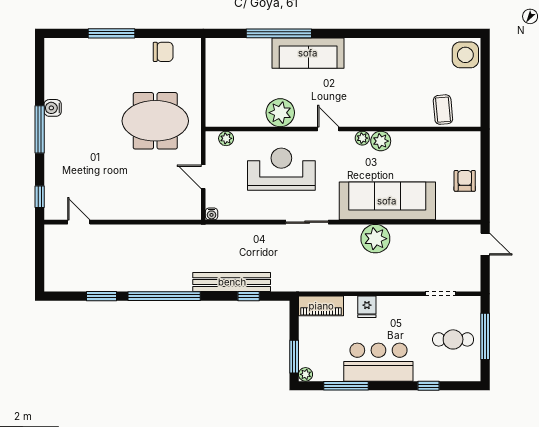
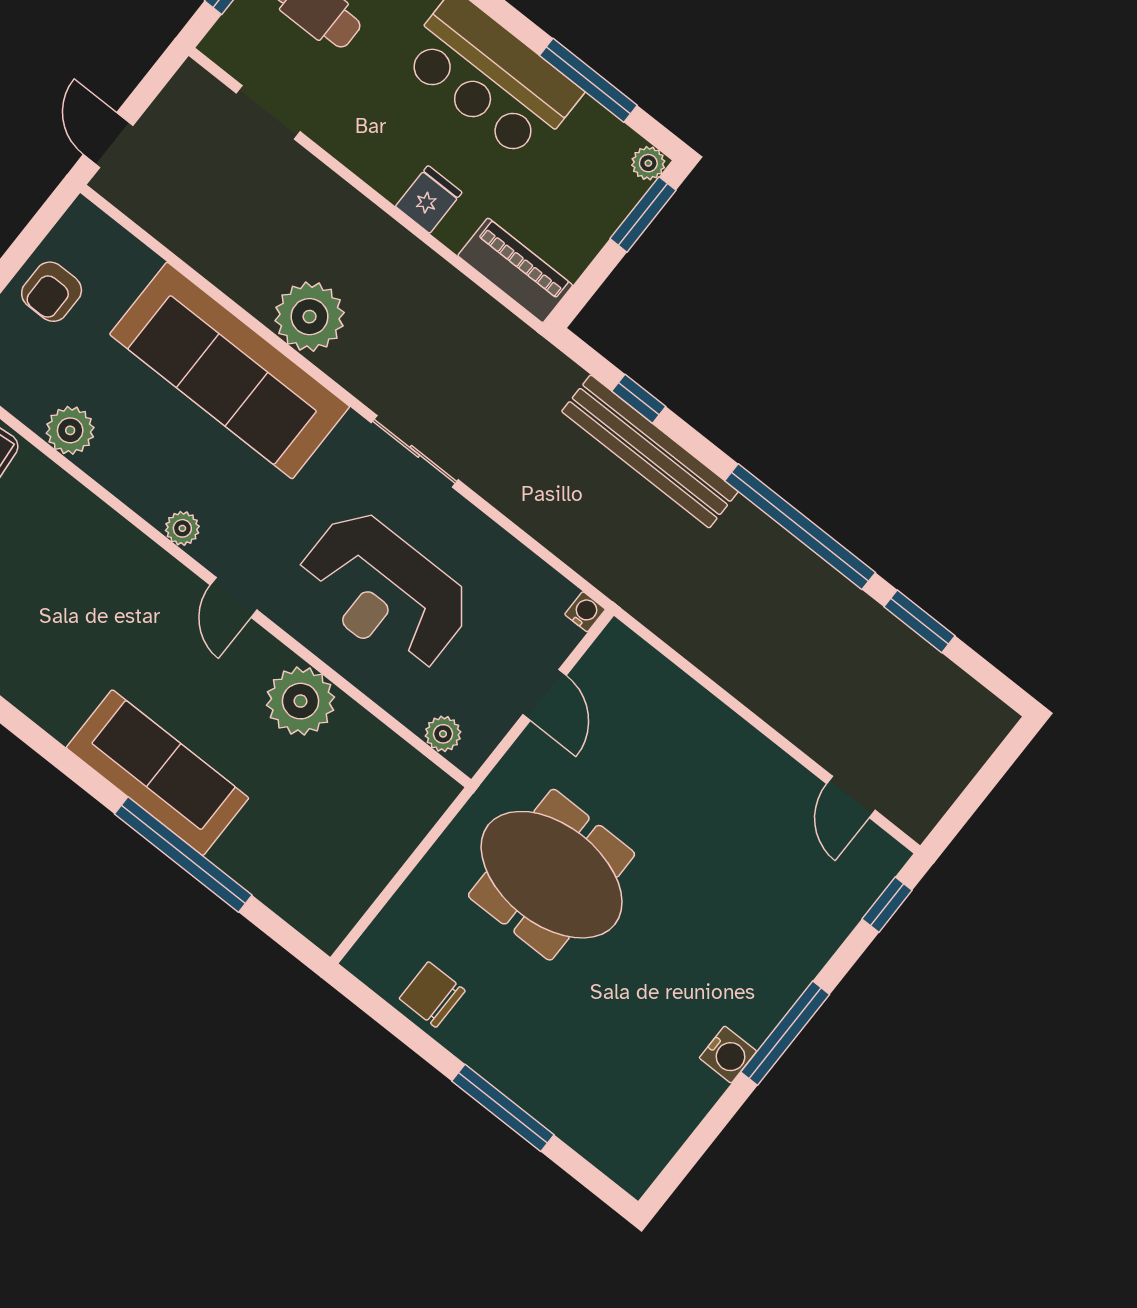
plant: (381, 141) -> (70, 430), moved

